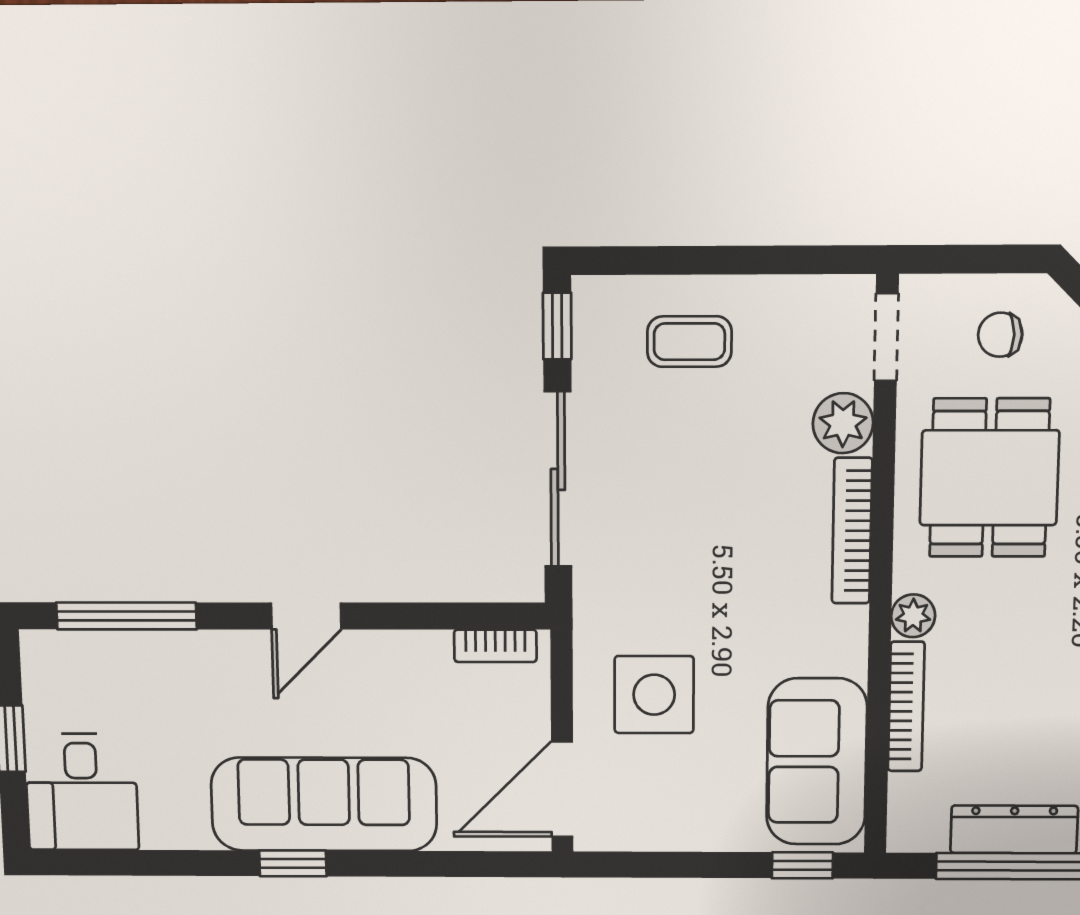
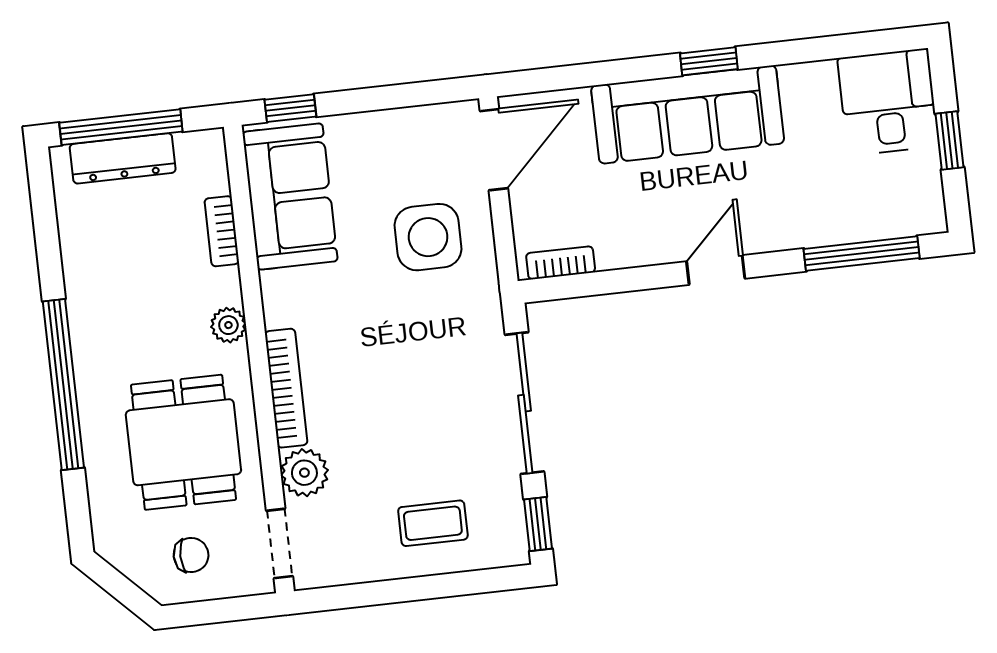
bookcase: (906, 707) -> (222, 231), width x0.64

